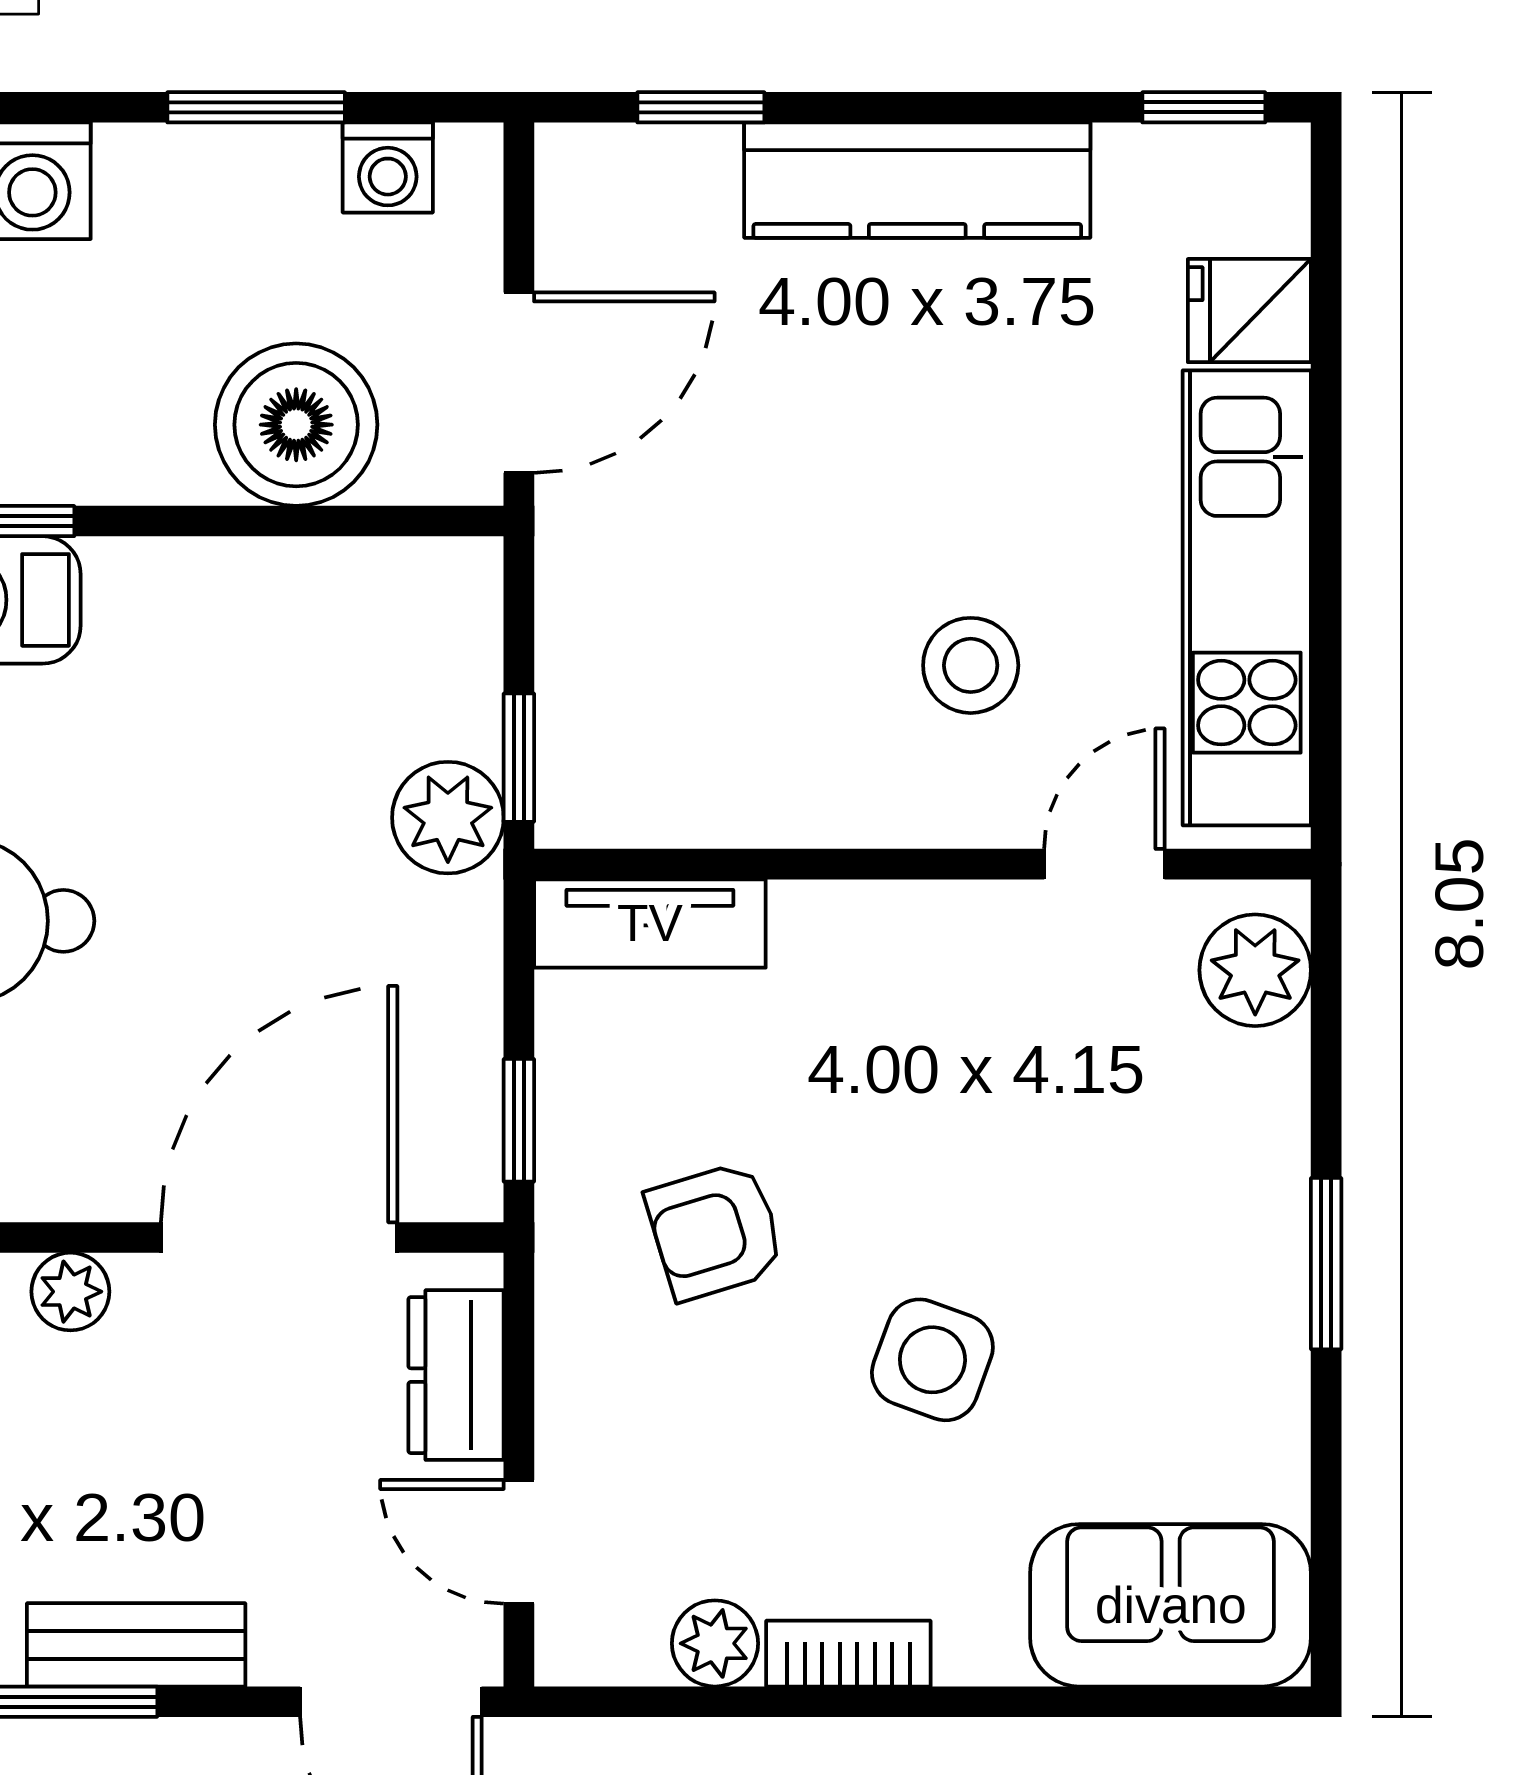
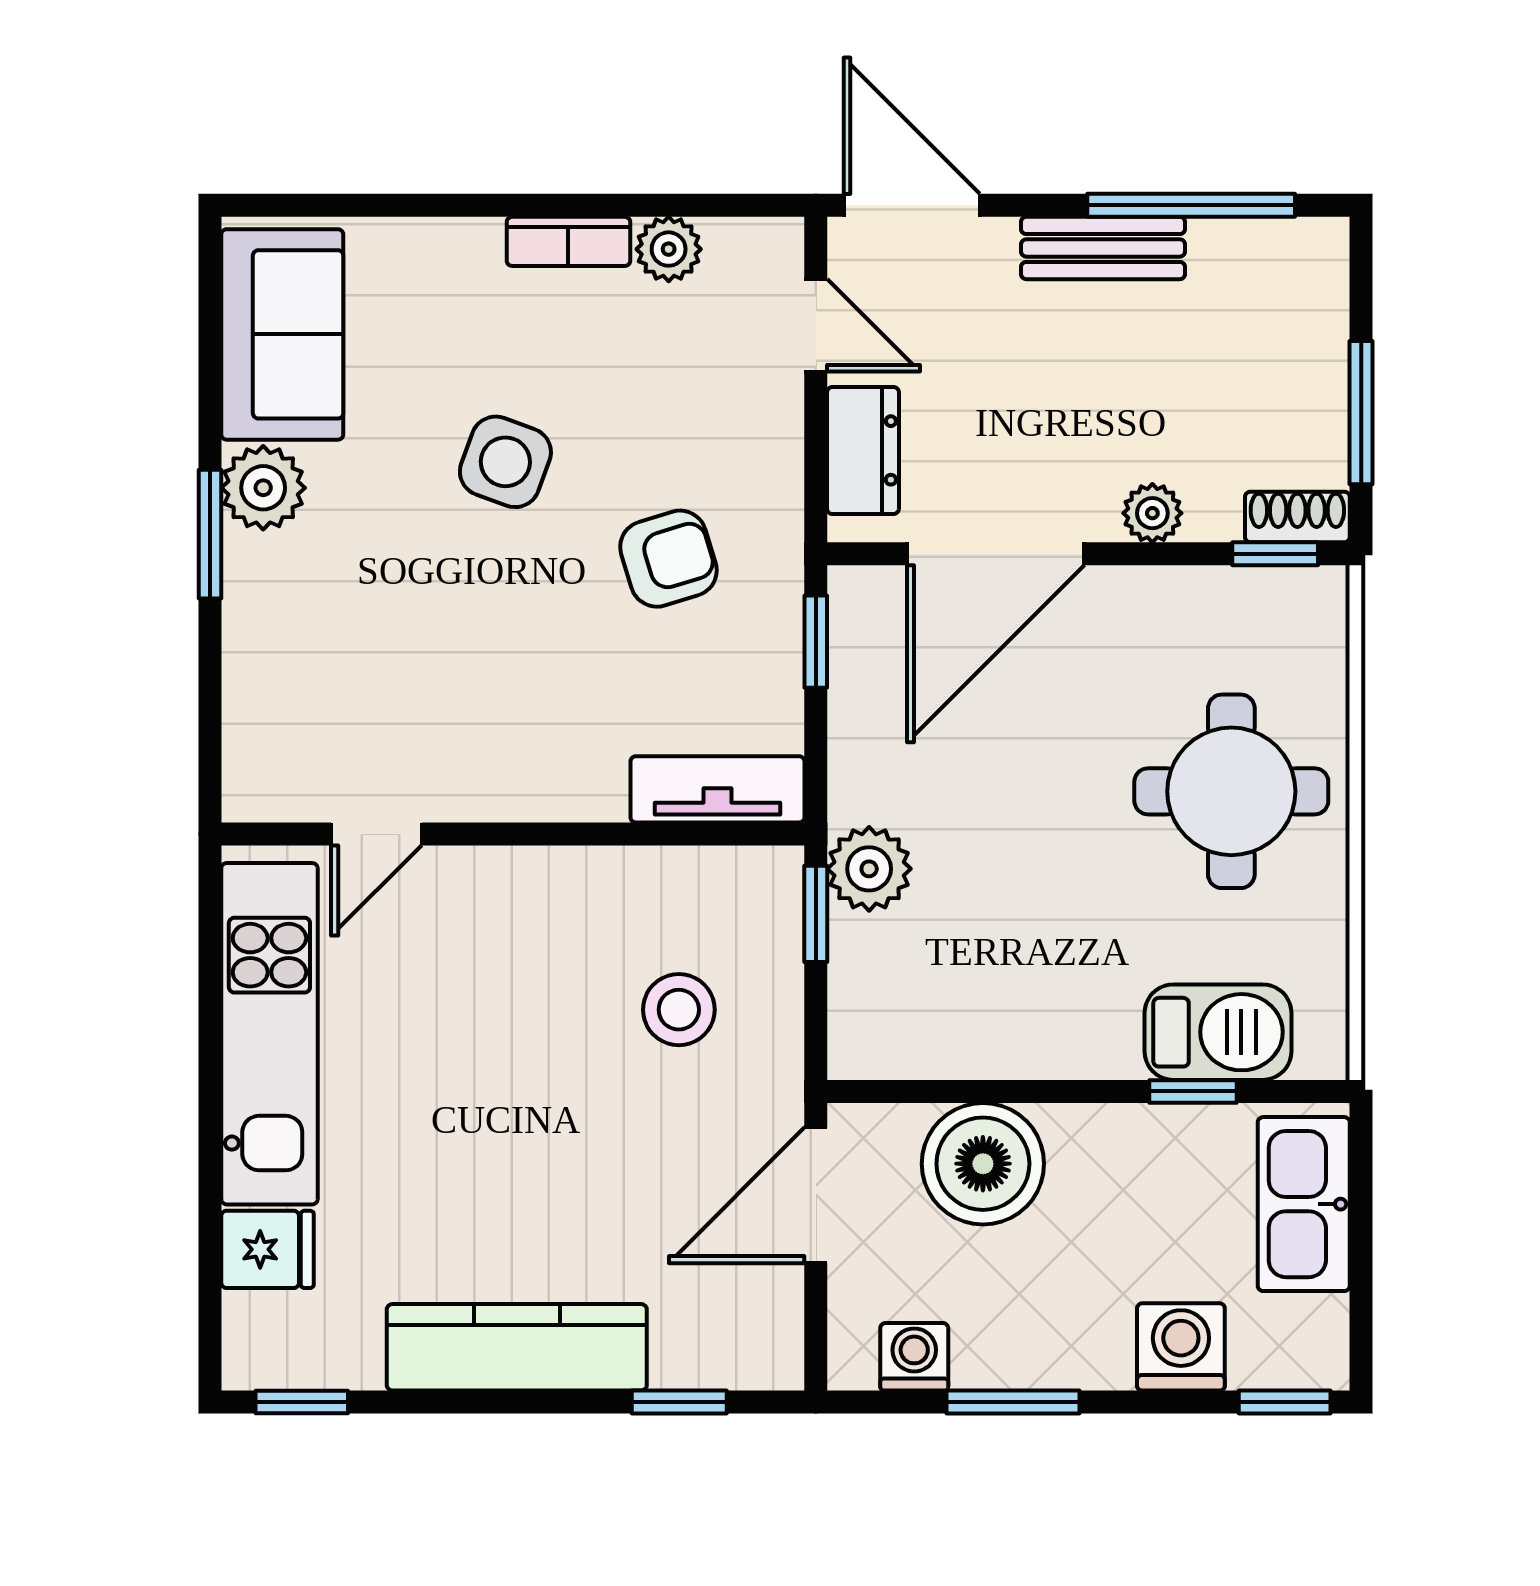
stool: (971, 665) -> (679, 1010), moved
plant: (1255, 970) -> (263, 488), moved
sofa: (1171, 1605) -> (282, 334), moved, turned -90

